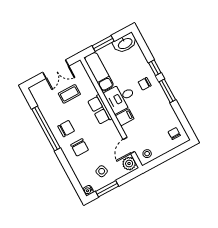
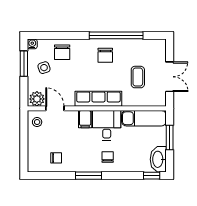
window: (155, 68) -> (152, 176), moved
double door: (56, 69) -> (170, 77), swing flipped
row of seats: (100, 110) -> (98, 99), width x1.48
chair: (174, 134) -> (56, 158), moved
chair: (80, 147) -> (62, 52), moved, turned -90

